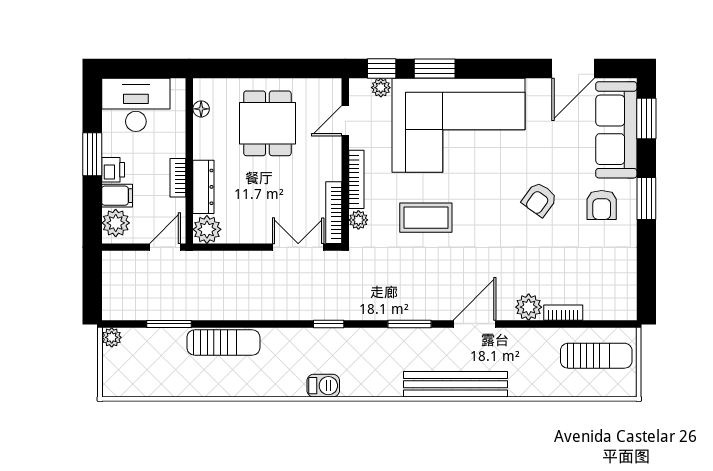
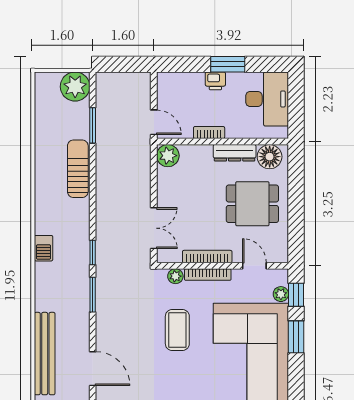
floor lamp: (201, 109) -> (270, 157), width x1.89, depth x1.89
dresser: (203, 187) -> (235, 153), moved
filing cabinet: (117, 196) -> (195, 84), removed
bookcase: (334, 213) -> (207, 257), moved
plant: (116, 223) -> (173, 83), removed
window: (410, 324) -> (93, 295), moved
plant: (112, 337) -> (75, 87), width x1.88, depth x1.88
sun lounger: (223, 343) -> (78, 169), turned 180

